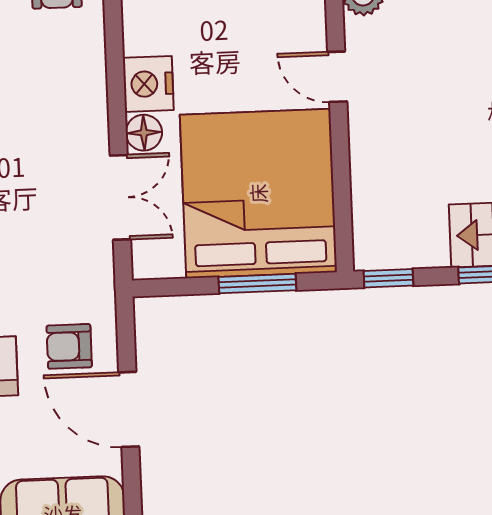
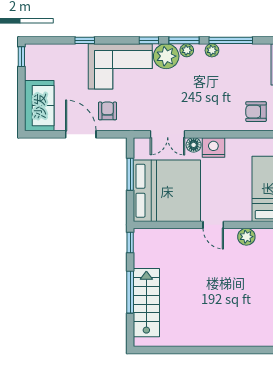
door: (337, 77) -> (213, 225), swing flipped
window: (257, 284) -> (130, 174), moved
door: (129, 409) -> (81, 134), hinge flipped

